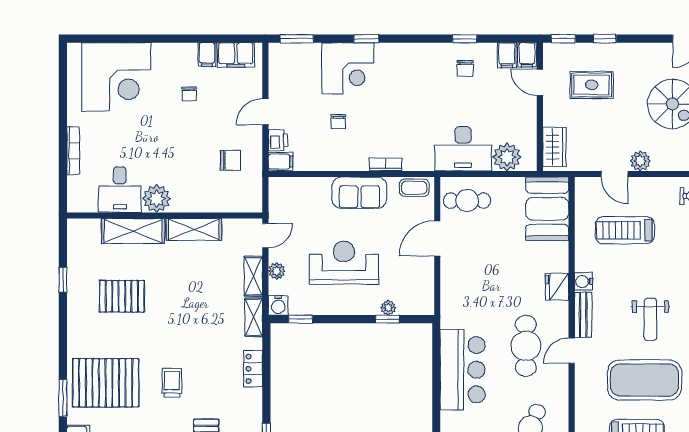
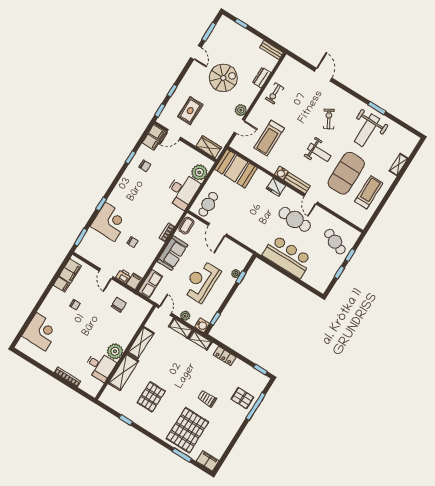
corner desk: (116, 77) -> (41, 332), width x0.74, depth x0.74
row of seats: (292, 188) -> (150, 284), added

